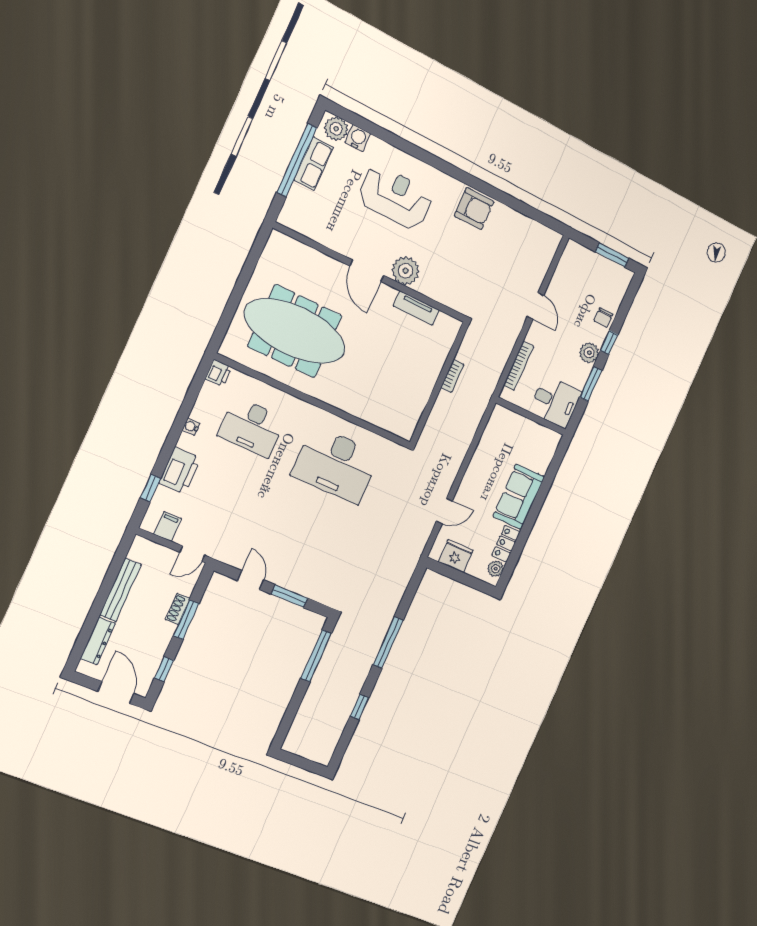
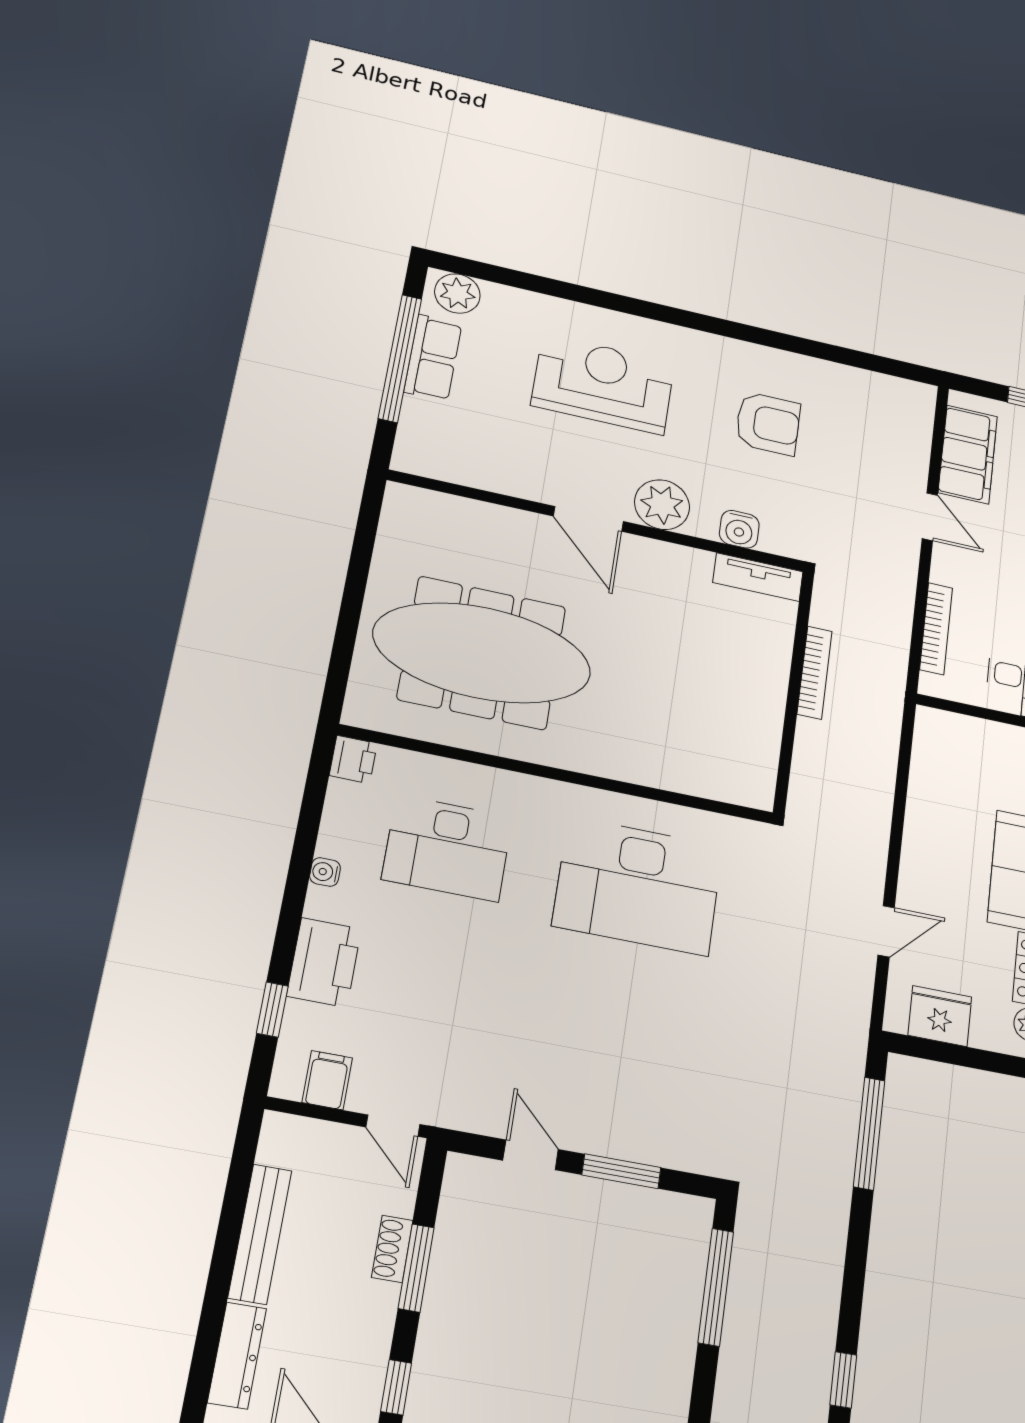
water cooler: (358, 138) -> (739, 529), moved, turned 180
armchair: (474, 209) -> (768, 424), moved
filing cabinet: (566, 276) -> (968, 454), added
tv unit: (416, 308) -> (758, 577), moved
bookcase: (452, 376) -> (815, 673), width x1.56
door: (192, 554) -> (393, 1126), hinge flipped
window: (388, 642) -> (869, 1133), moved

